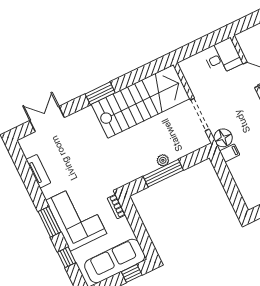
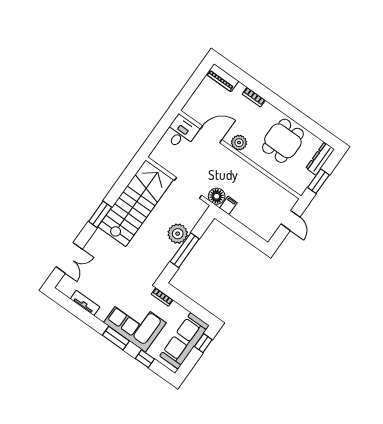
double door: (47, 119) -> (69, 258), swing flipped
plant: (163, 160) -> (178, 234), width x1.87, depth x1.87

